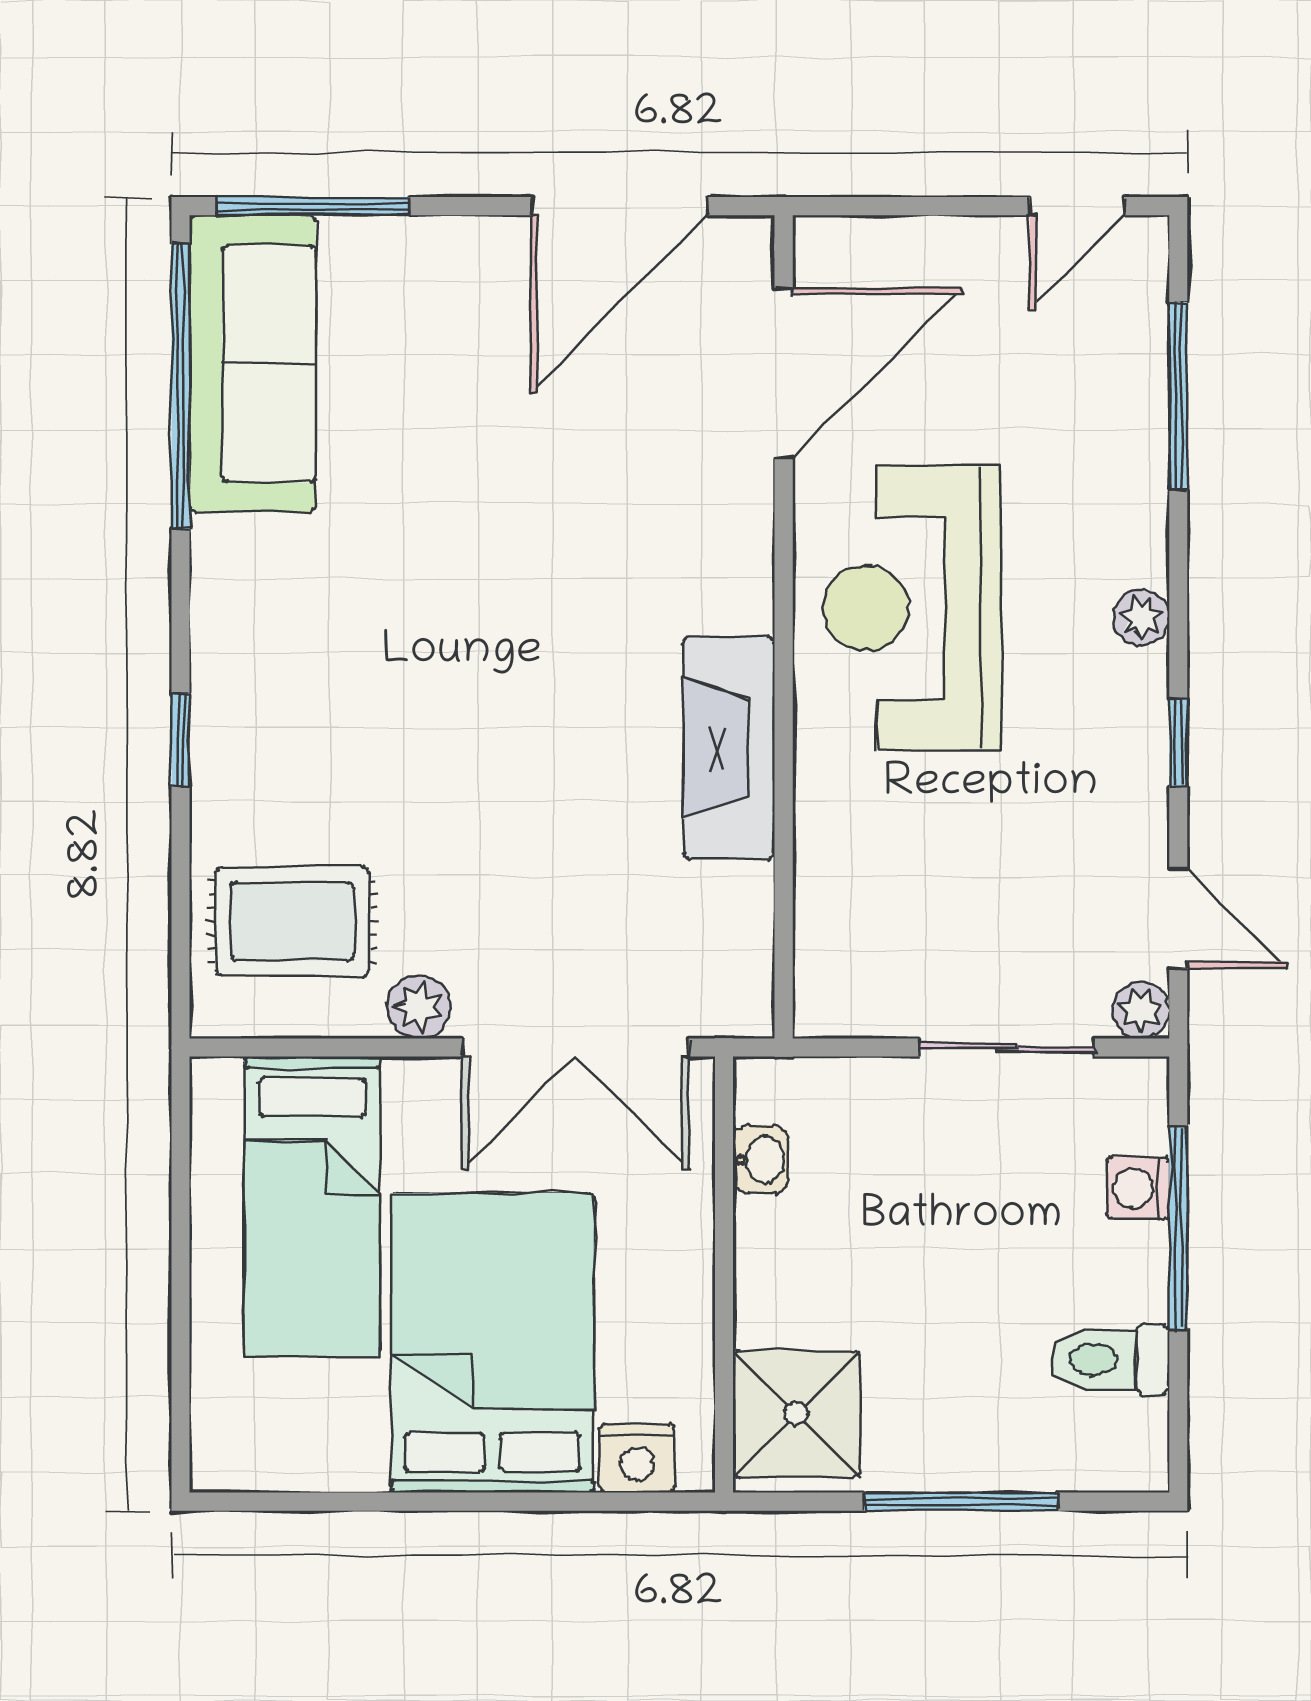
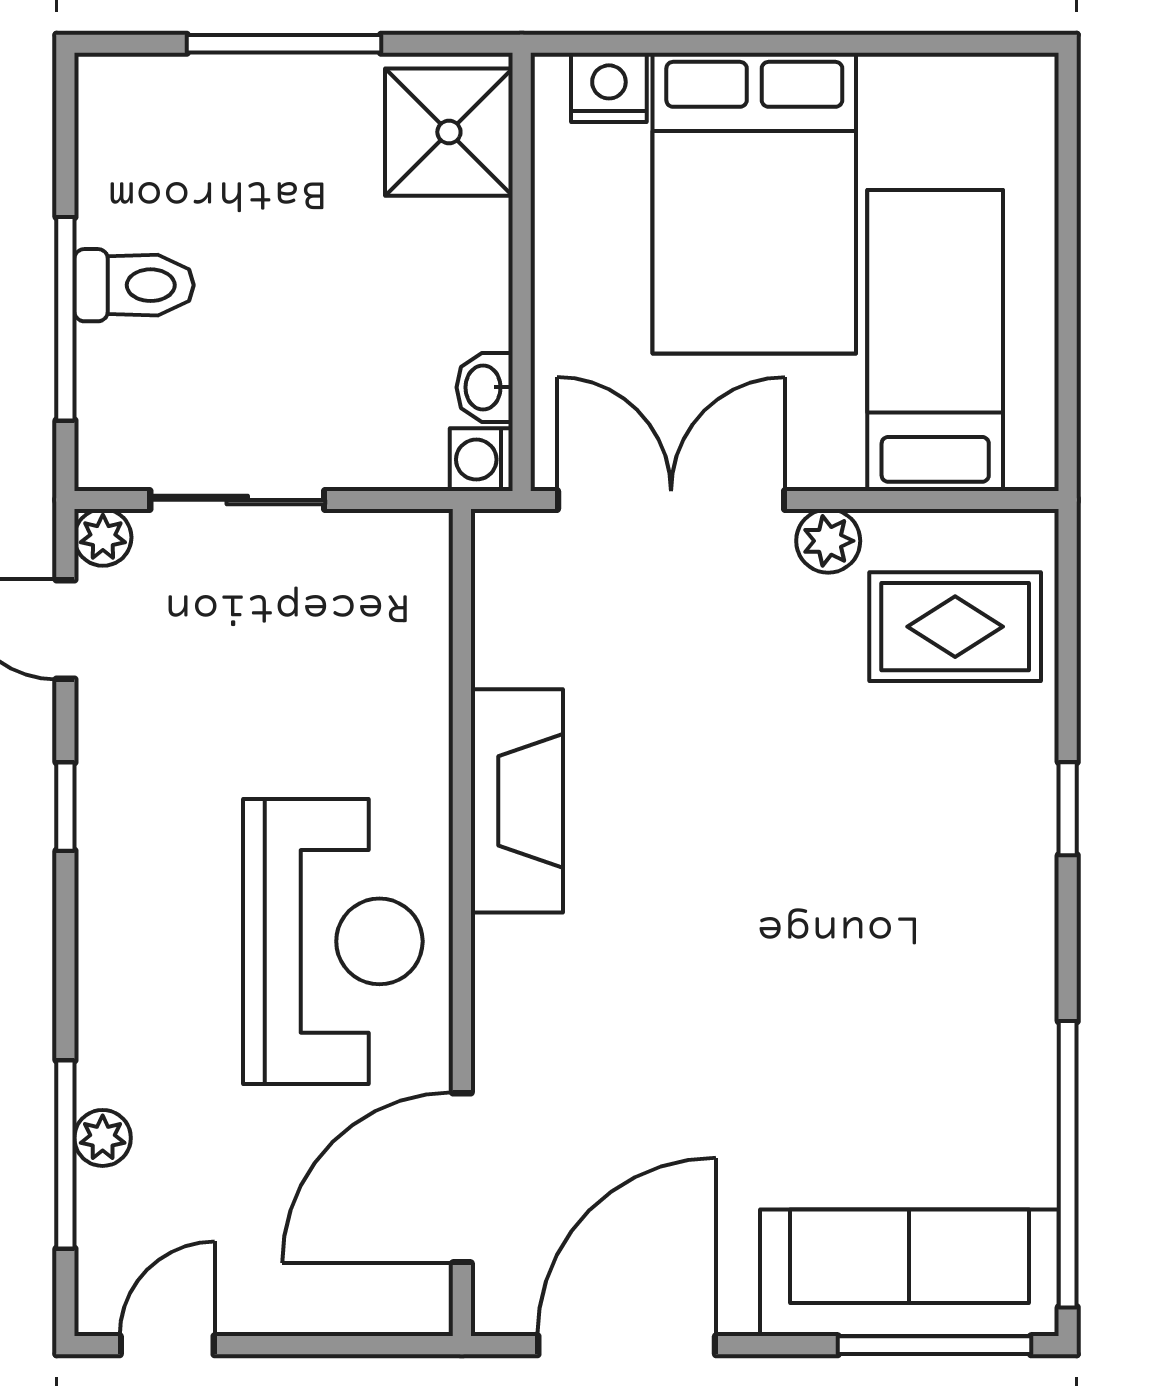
sofa: (253, 364) -> (909, 1273), moved, turned 90
plant: (1141, 618) -> (103, 1138), moved
washing machine: (1138, 1188) -> (481, 460), moved, turned 180
toilet: (1110, 1360) -> (134, 285), moved

